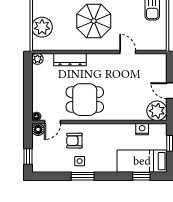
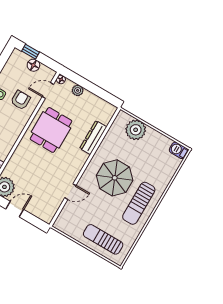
plant: (37, 59) -> (78, 90), moved
door: (53, 122) -> (48, 91), hinge flipped
floor lamp: (38, 129) -> (33, 65), moved

